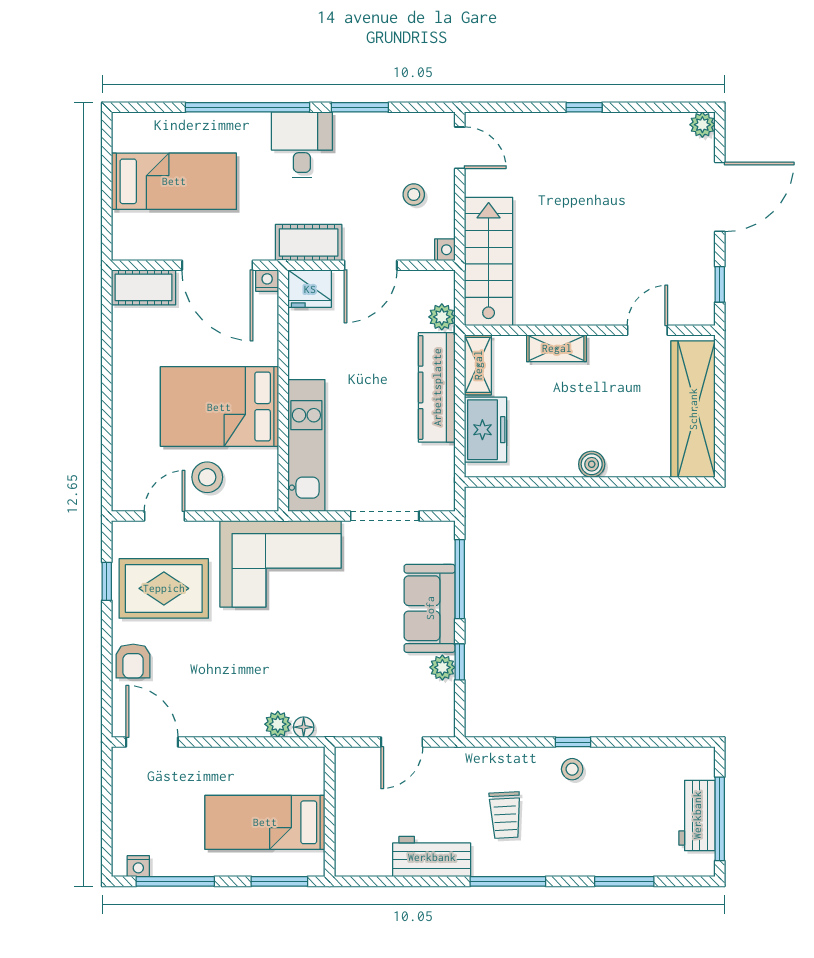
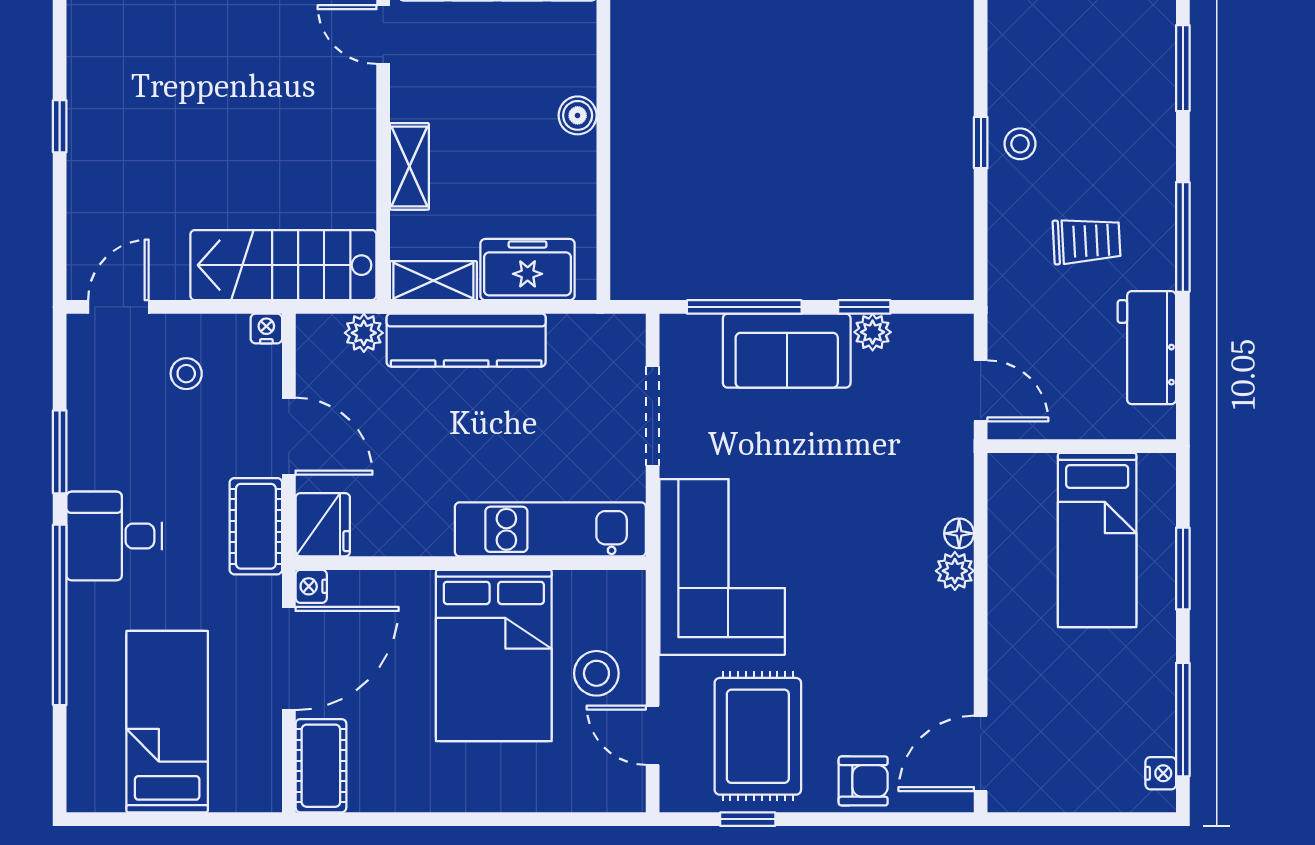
wall: (330, 812) -> (1082, 446), moved
bed: (265, 822) -> (1097, 540), moved

